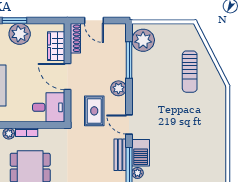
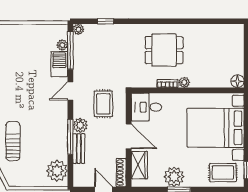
window: (129, 60) -> (70, 137), moved
door: (129, 124) -> (70, 91), swing flipped
bench: (120, 155) -> (79, 149), moved

